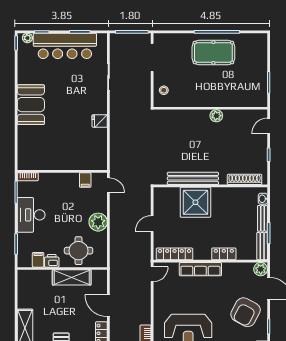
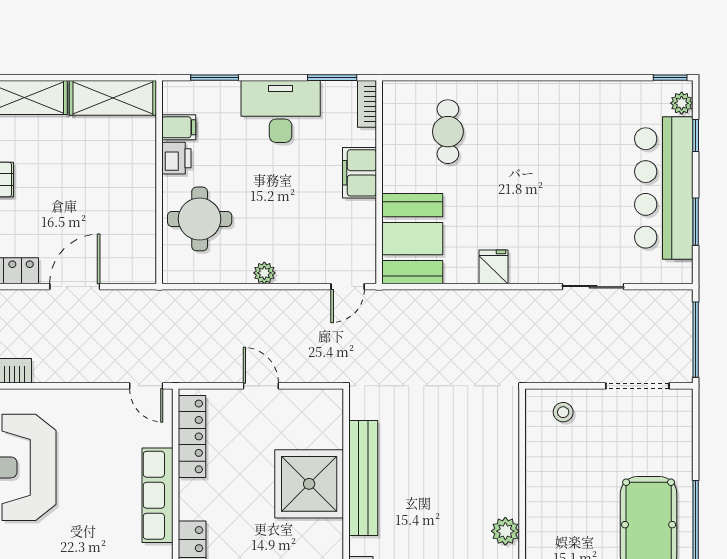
booth: (31, 105) -> (412, 239), moved, turned 90
cafe table: (40, 141) -> (448, 132), added
filing cabinet: (85, 180) -> (360, 173), moved, width x2.00
plant: (98, 222) -> (264, 273), width x0.53, depth x0.53
shelving: (72, 277) -> (113, 98), moved, turned 90

